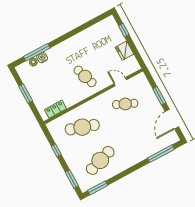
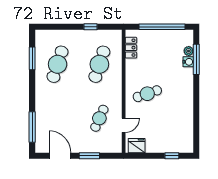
fridge: (124, 51) -> (137, 146), moved
window: (26, 93) -> (162, 27), width x2.11
cafe table: (100, 160) -> (58, 64), turned 36
window: (72, 179) -> (54, 27), removed
window: (98, 188) -> (32, 58), moved

